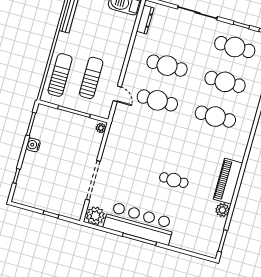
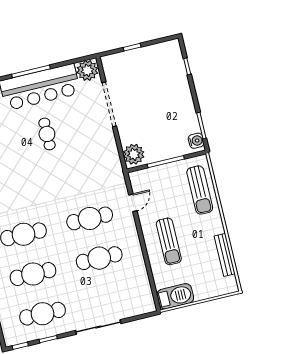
dresser: (145, 20) -> (146, 292), removed
sun lounger: (91, 78) -> (169, 241), moved
door: (117, 94) -> (133, 203), swing flipped
plant: (101, 128) -> (134, 154), width x1.88, depth x1.88
water cooler: (33, 145) -> (196, 141), moved
cafe table: (174, 180) -> (47, 134), moved, turned 90

